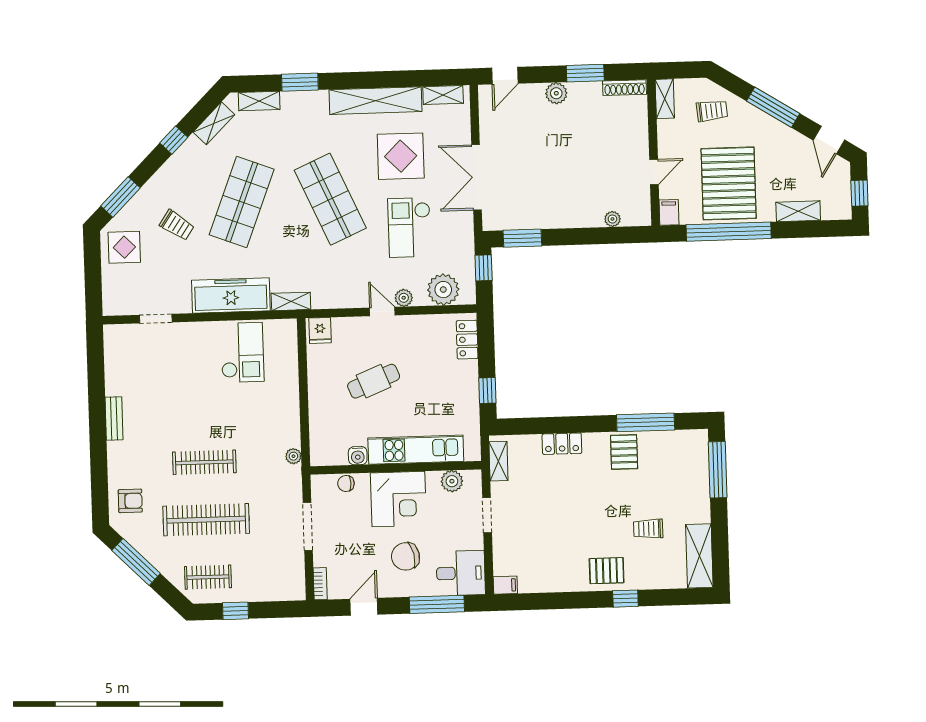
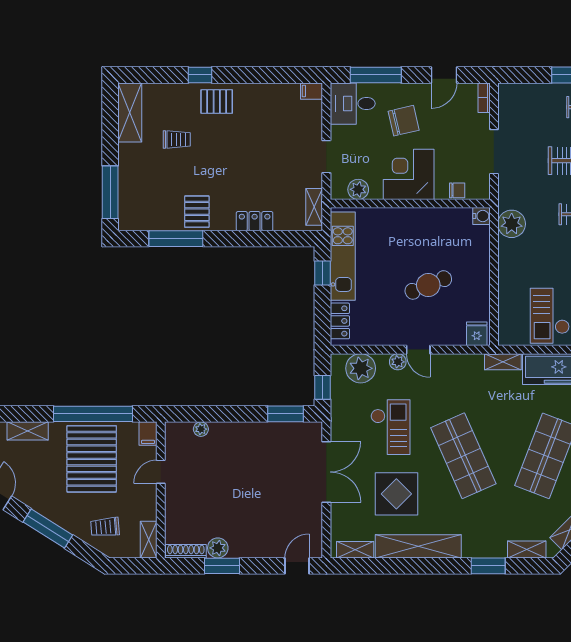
plant: (556, 93) -> (218, 548), moved
kitchen unit: (416, 450) -> (343, 256), moved, turned -90
plant: (293, 456) -> (512, 224), width x1.88, depth x1.88
water cooler: (358, 456) -> (481, 216), moved, turned 90

